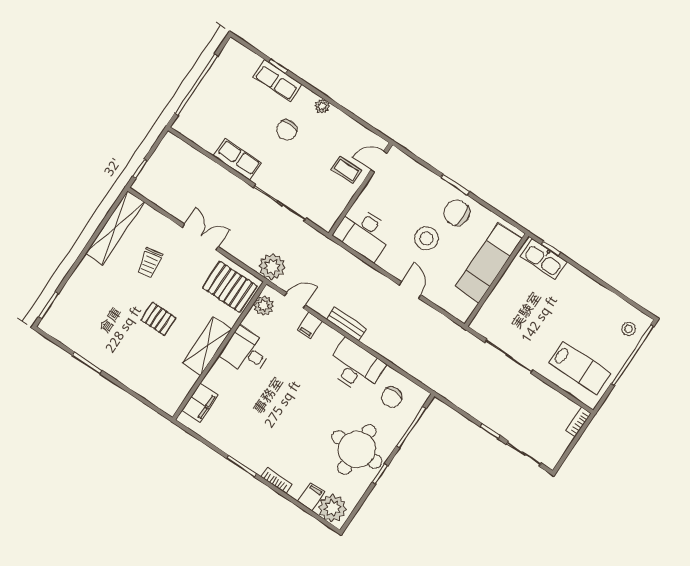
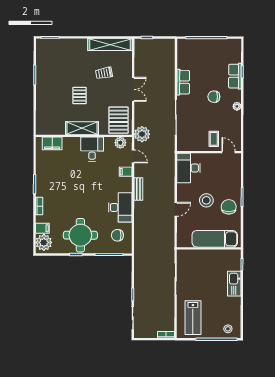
kitchen sink: (544, 259) -> (234, 284), moved

